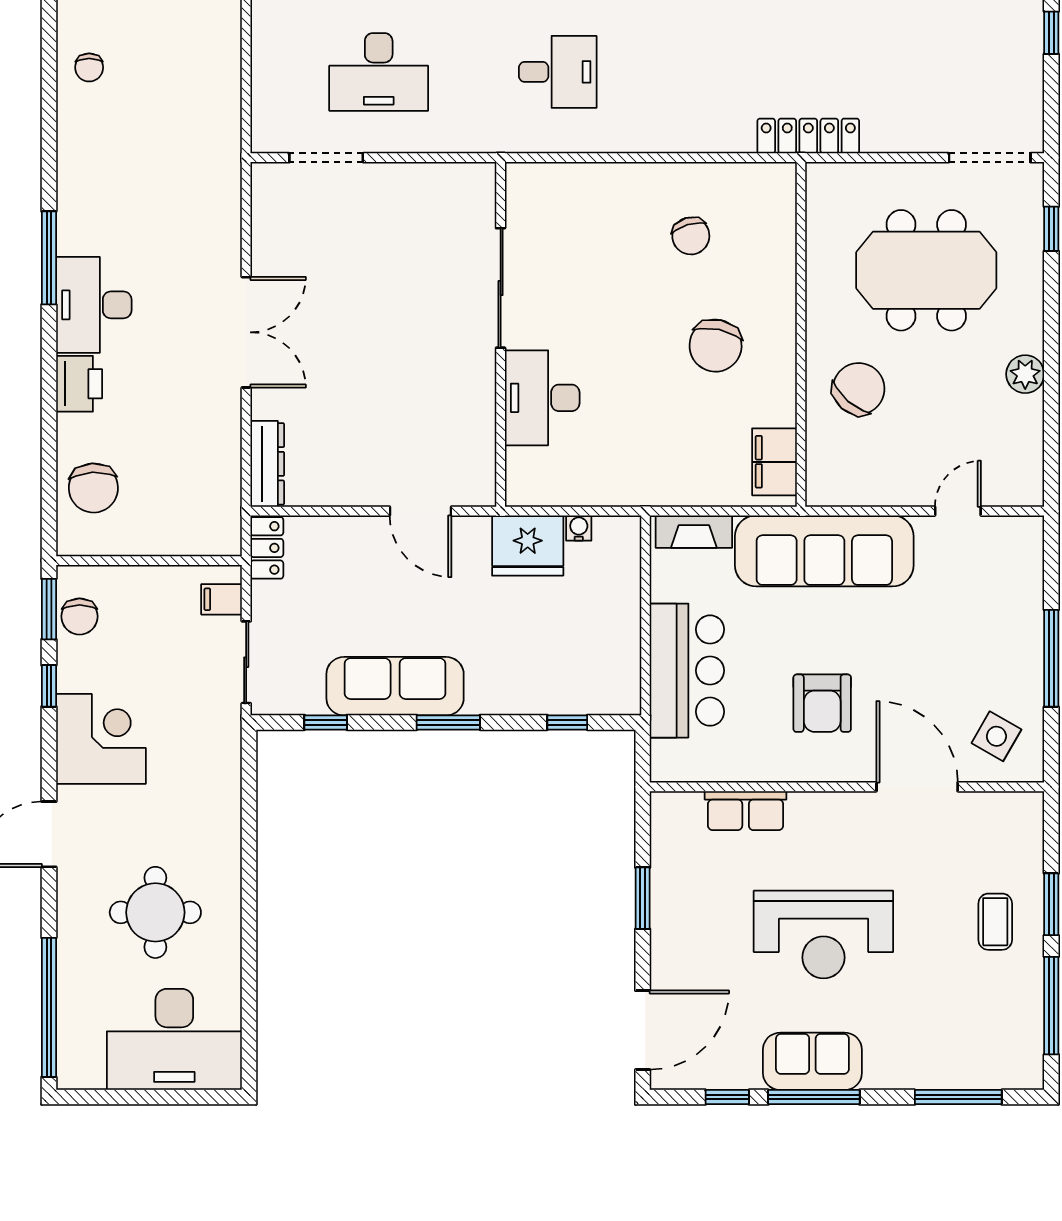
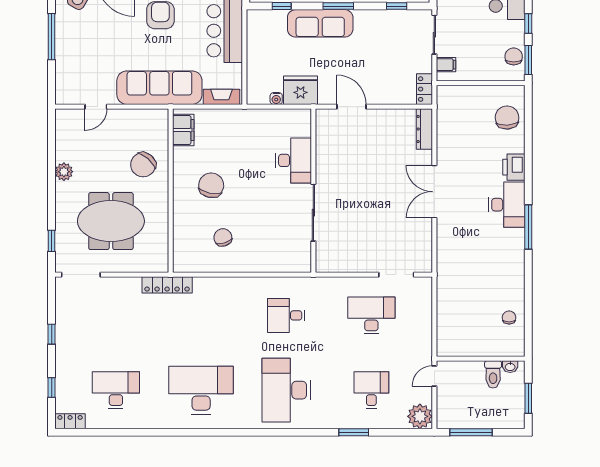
sofa: (395, 686) -> (320, 23), moved

